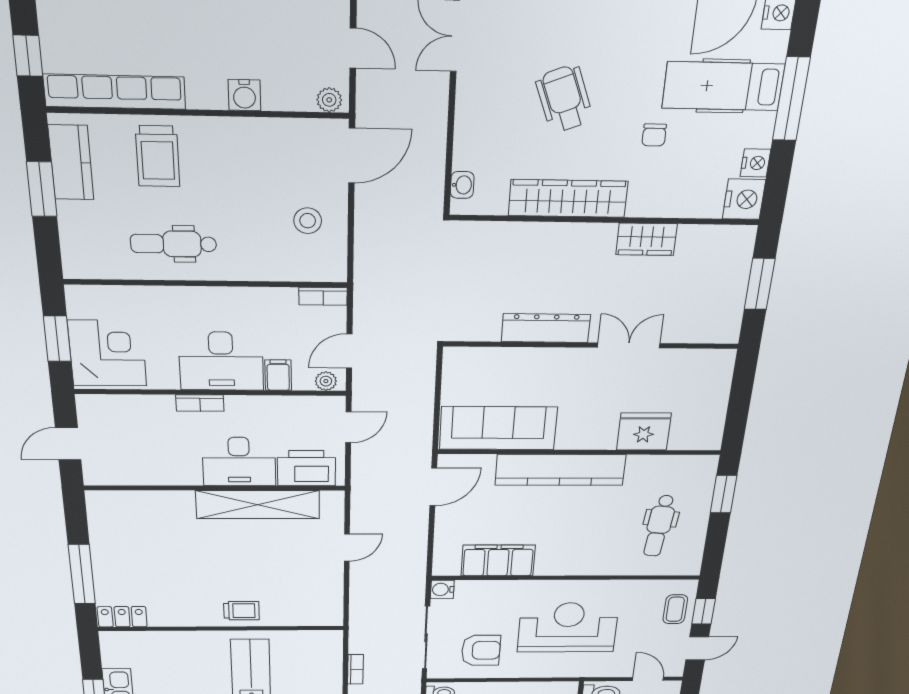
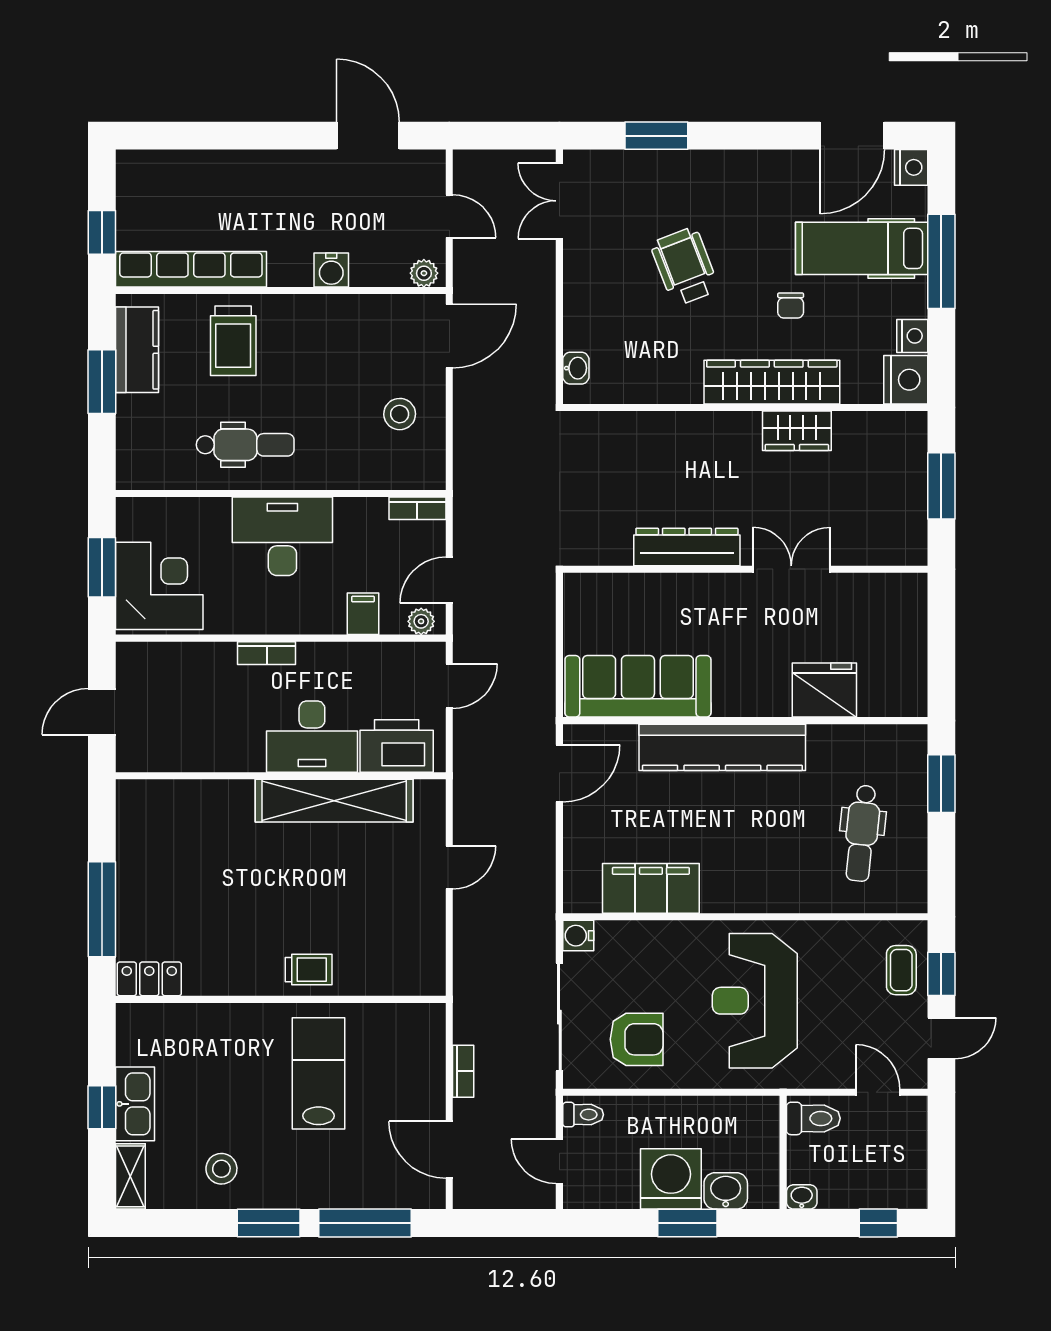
wardrobe: (568, 198) -> (772, 382), moved
dental chair: (174, 244) -> (245, 445), turned 180
desk: (221, 361) -> (282, 536), moved, turned 180
reception desk: (568, 628) -> (755, 1001), turned -90

